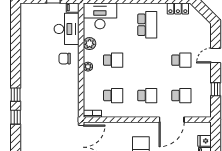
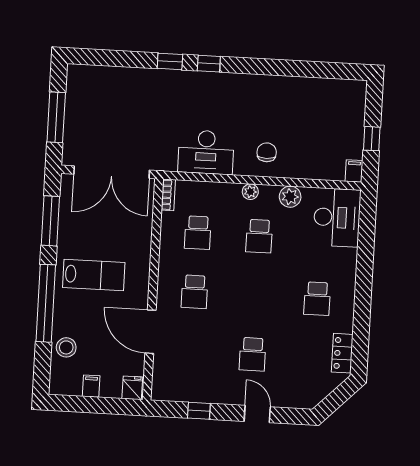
school desk: (147, 25) -> (317, 299), width x0.54
desk: (67, 29) -> (206, 152), moved
school desk: (181, 96) -> (191, 351), removed
fridge: (205, 141) -> (132, 388), moved

